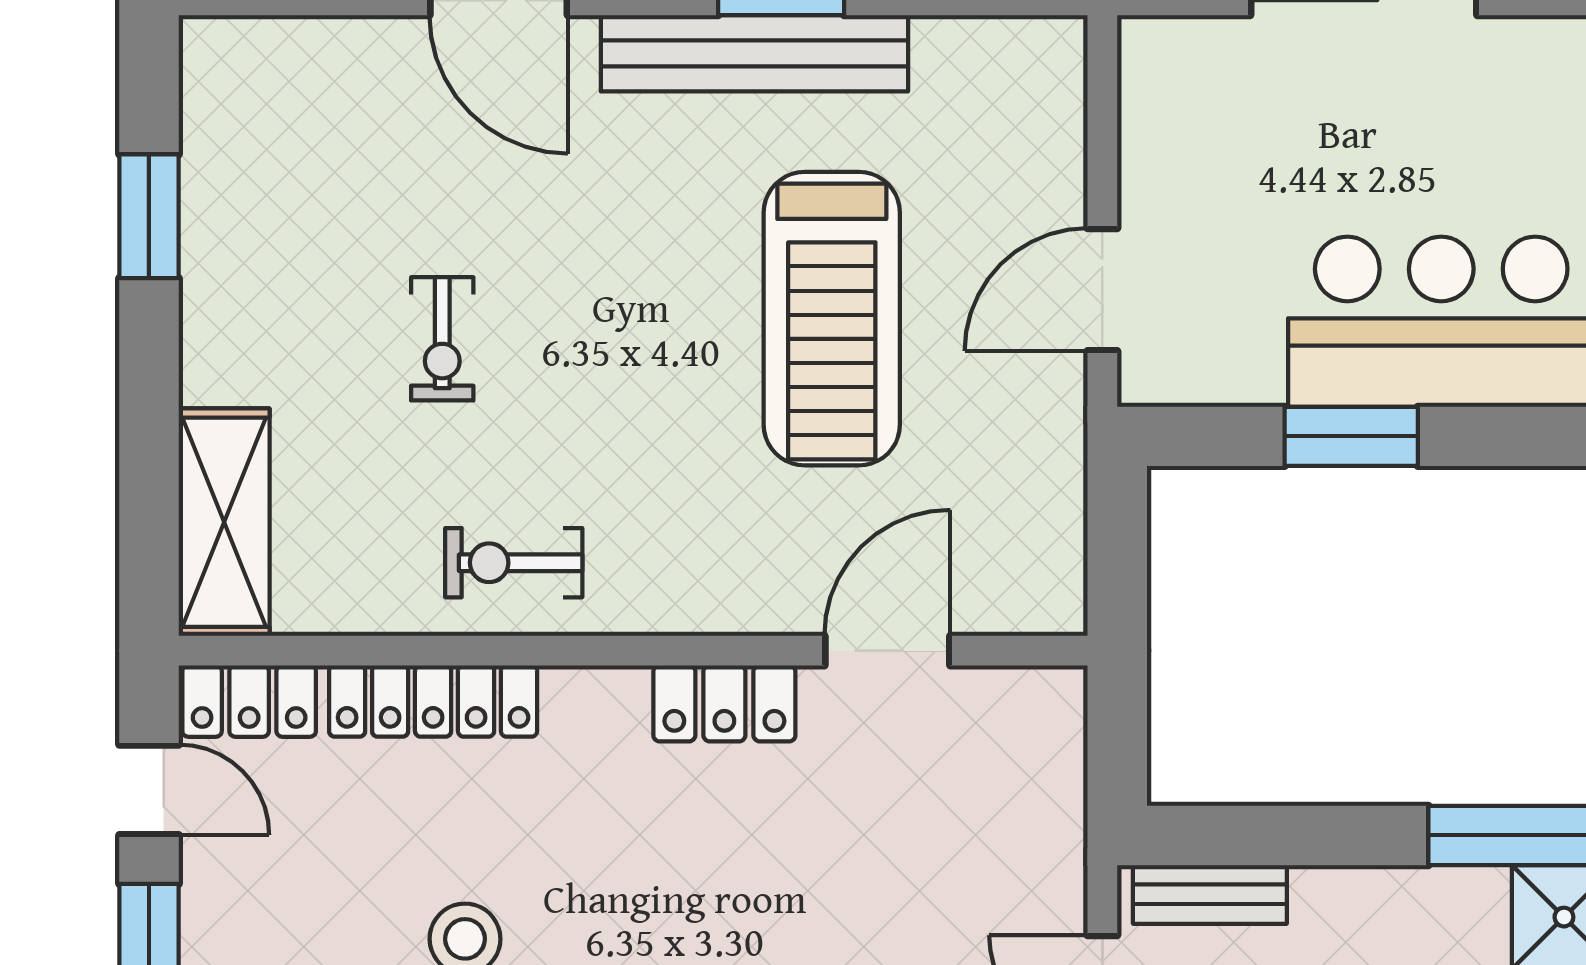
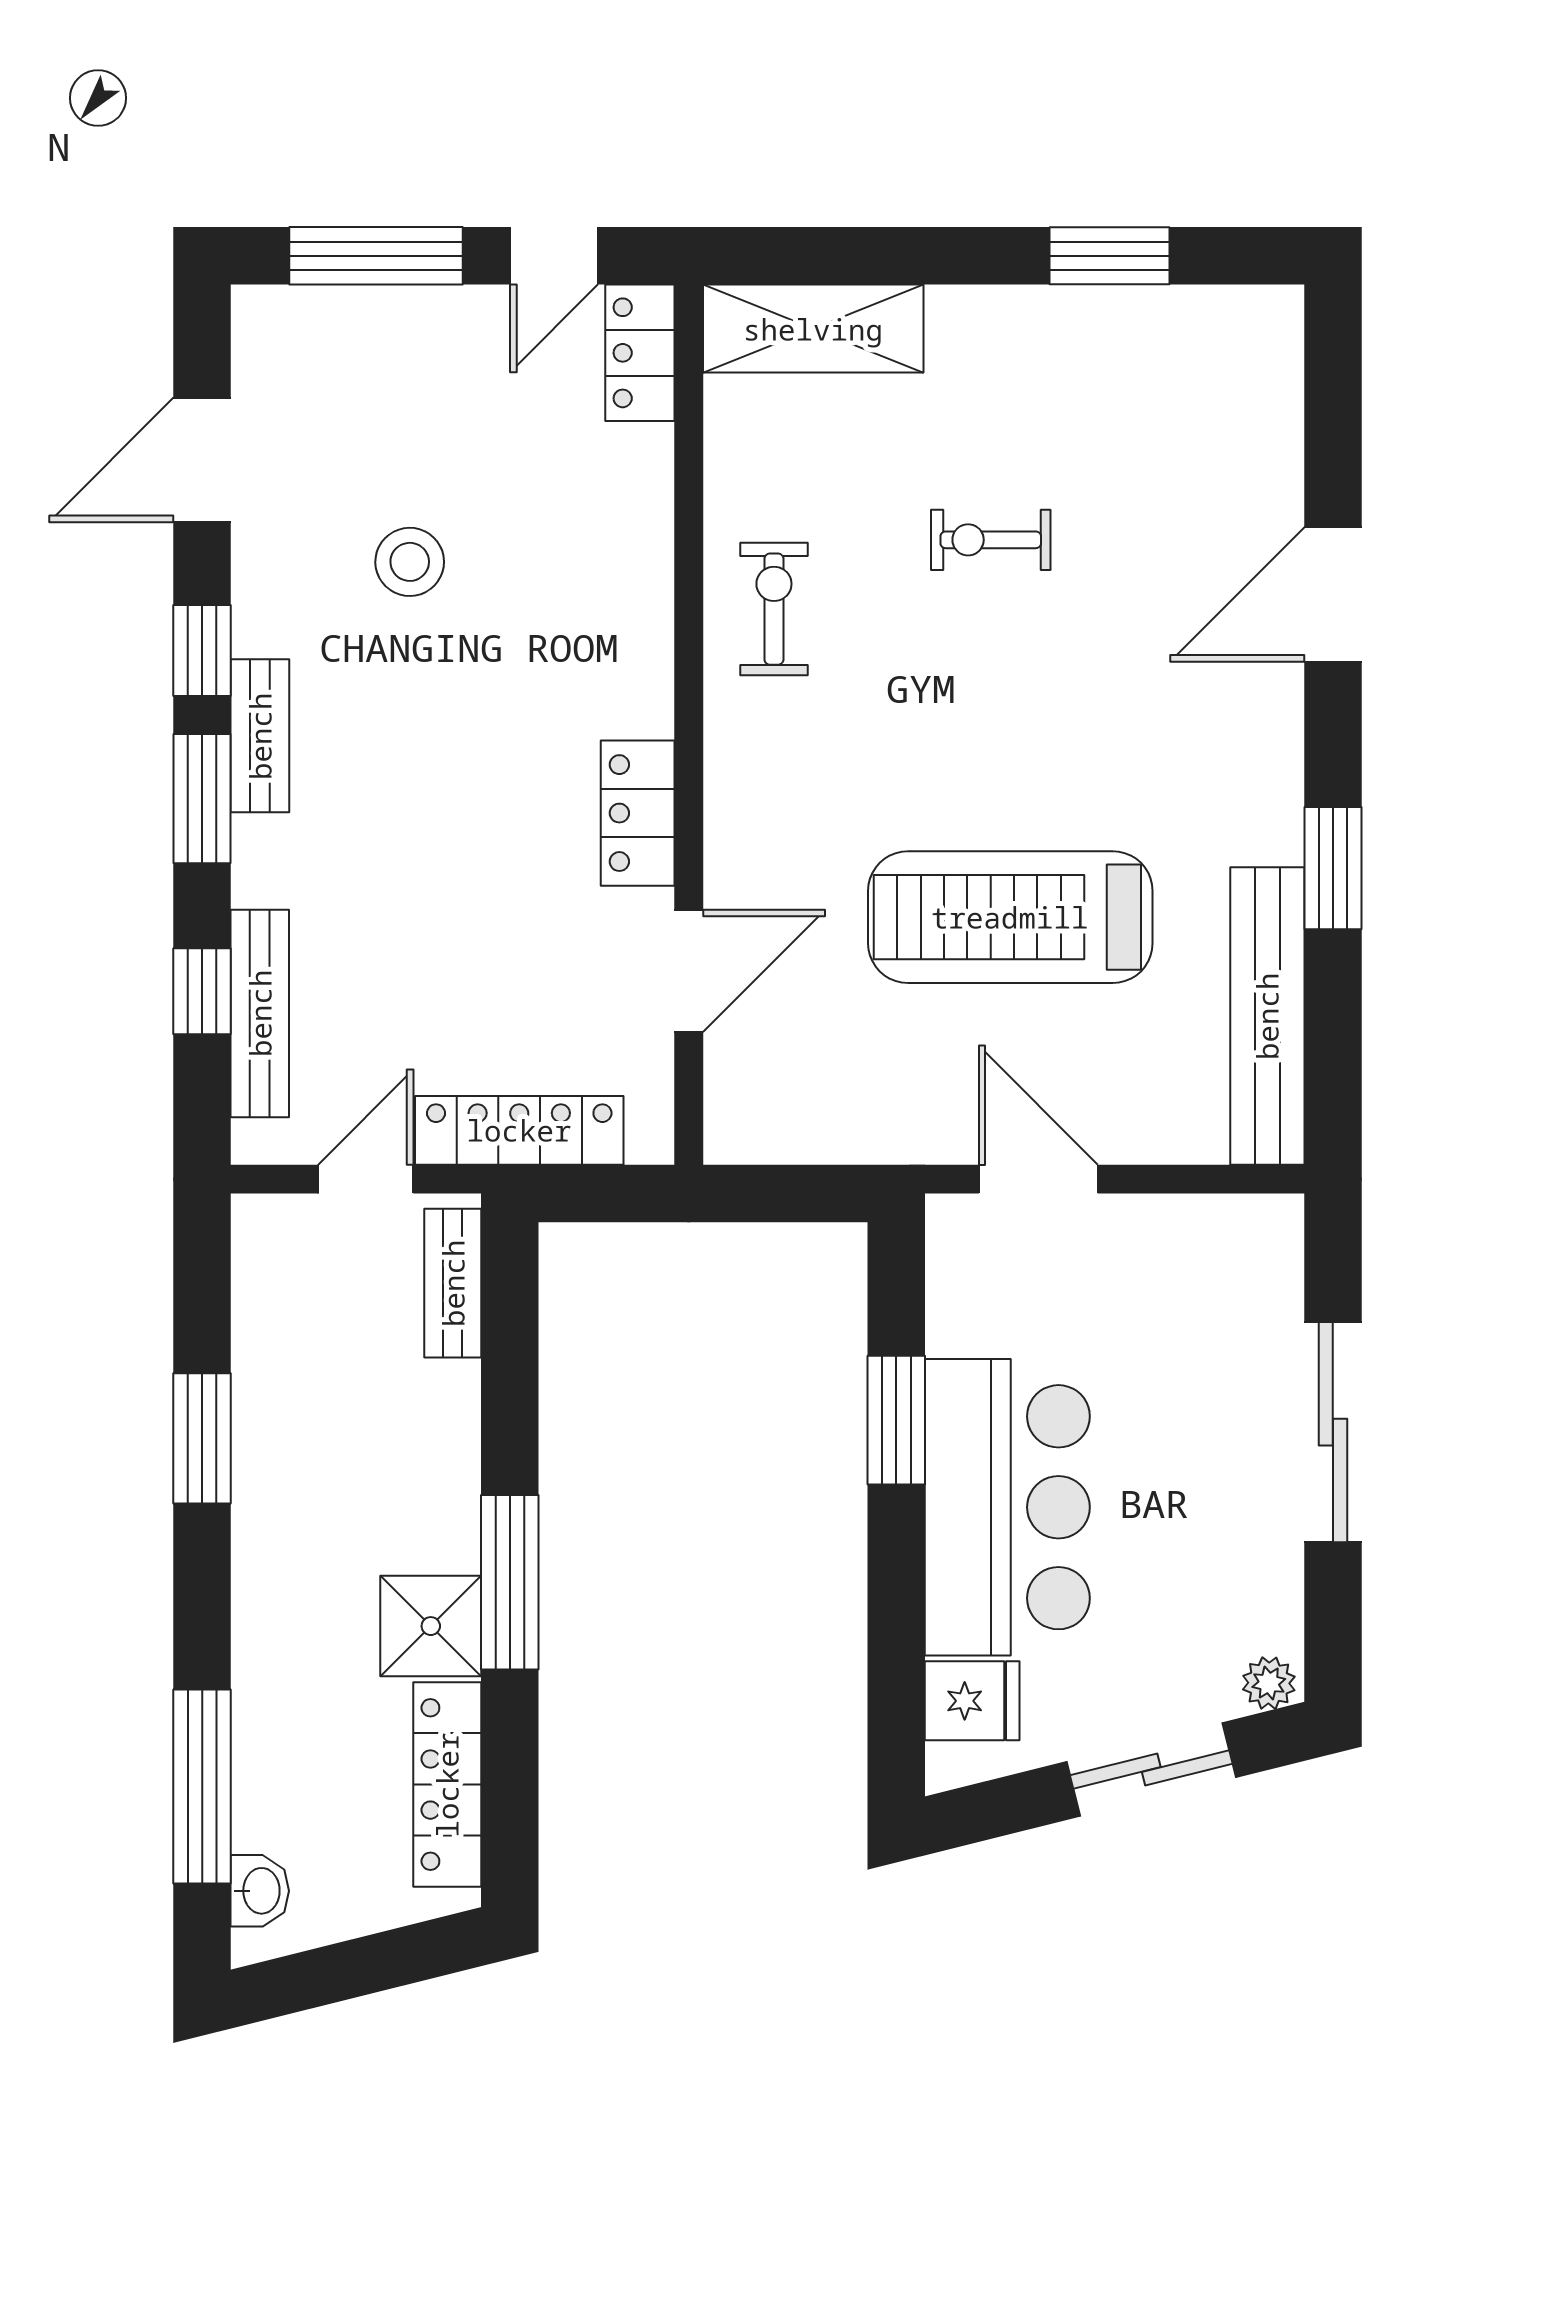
bench: (754, 53) -> (1267, 1016), moved
door: (887, 651) -> (689, 971), hinge flipped
locker: (433, 701) -> (519, 1130), moved, turned 90

